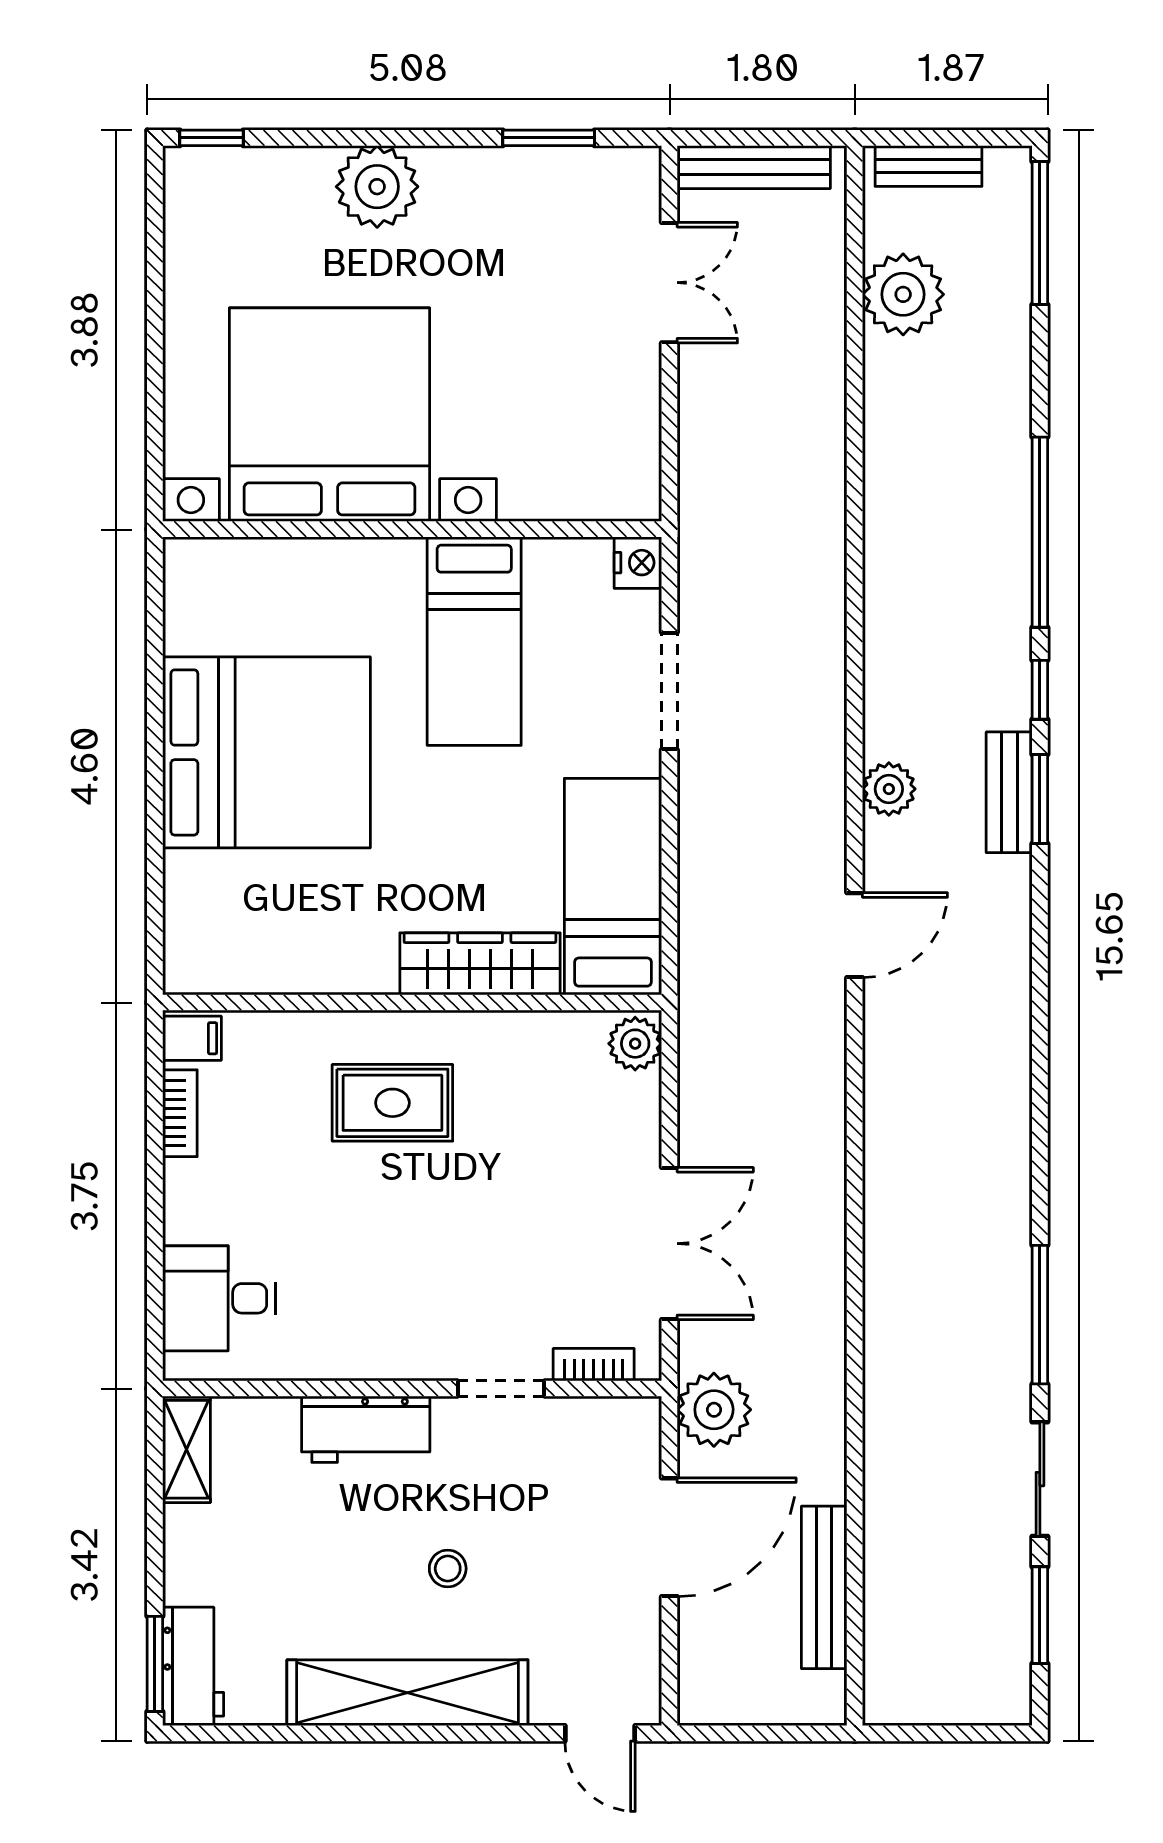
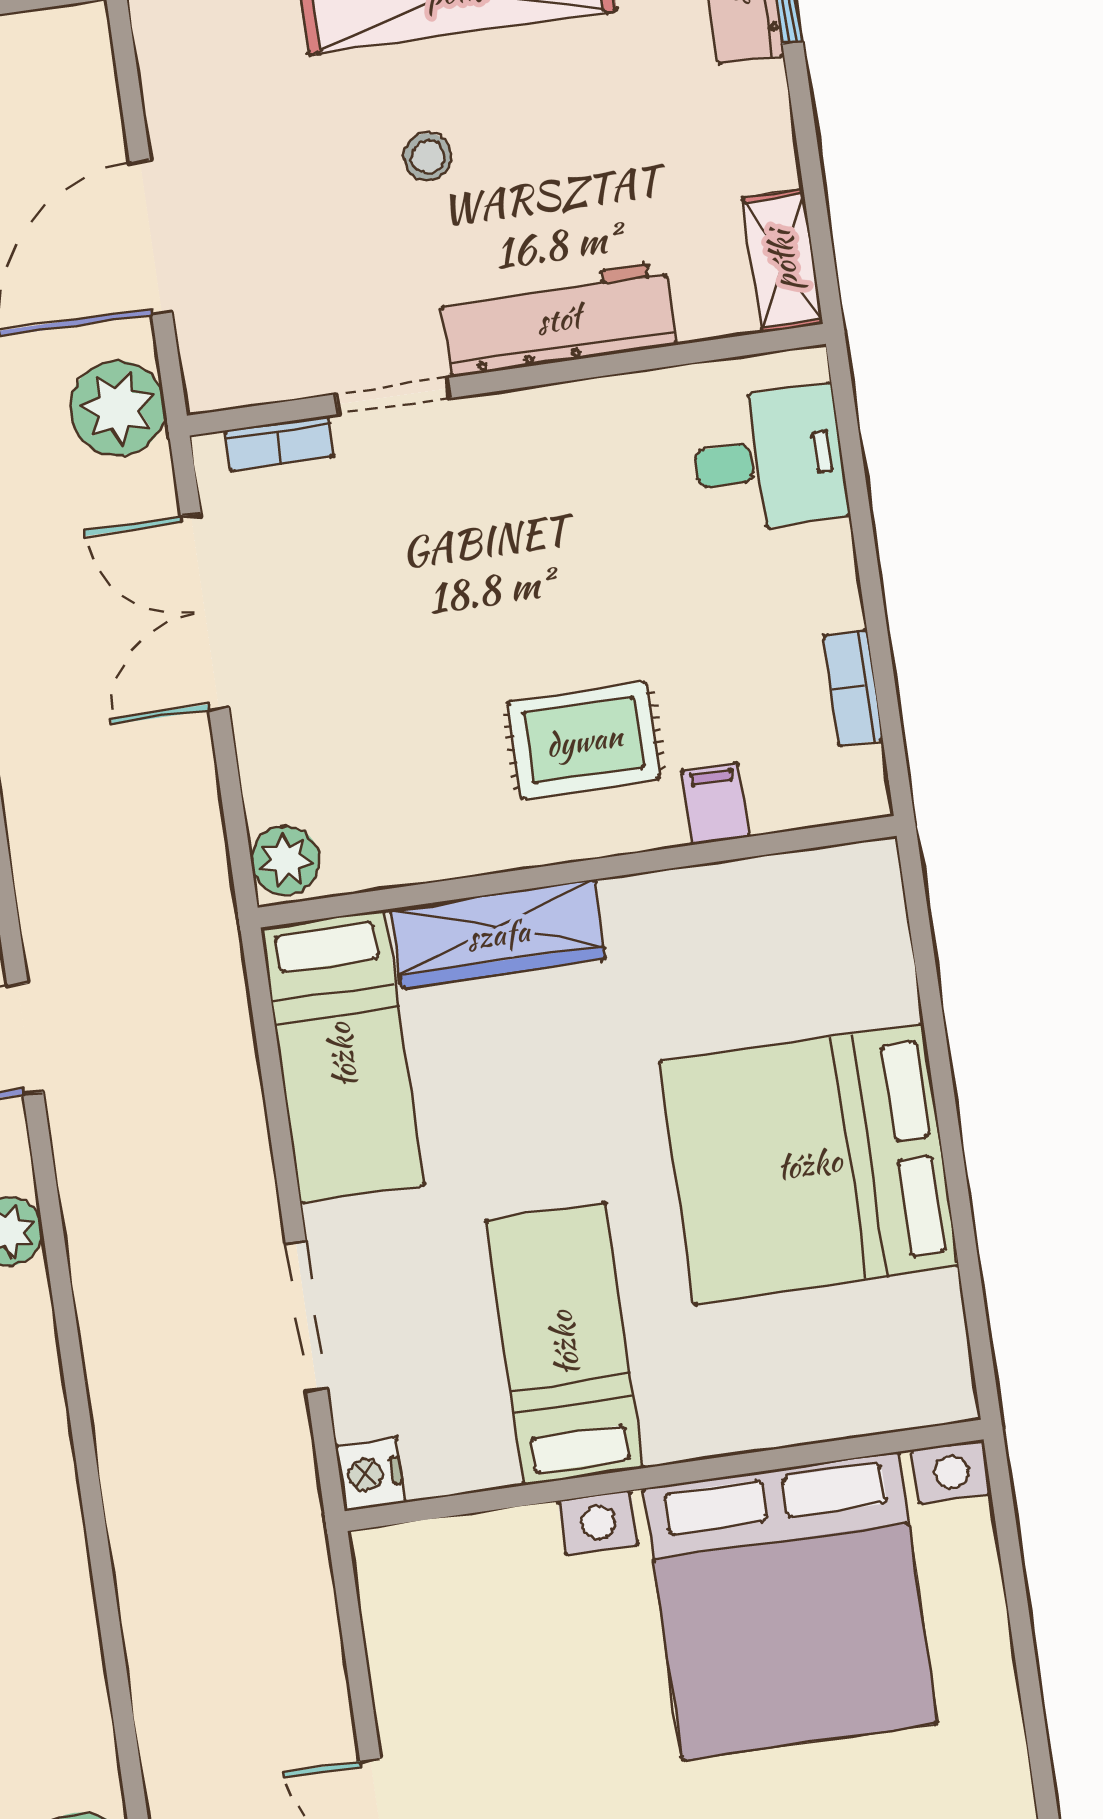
filing cabinet: (192, 1038) -> (715, 804), moved, turned 90
workbench: (366, 1429) -> (558, 319), width x1.38

